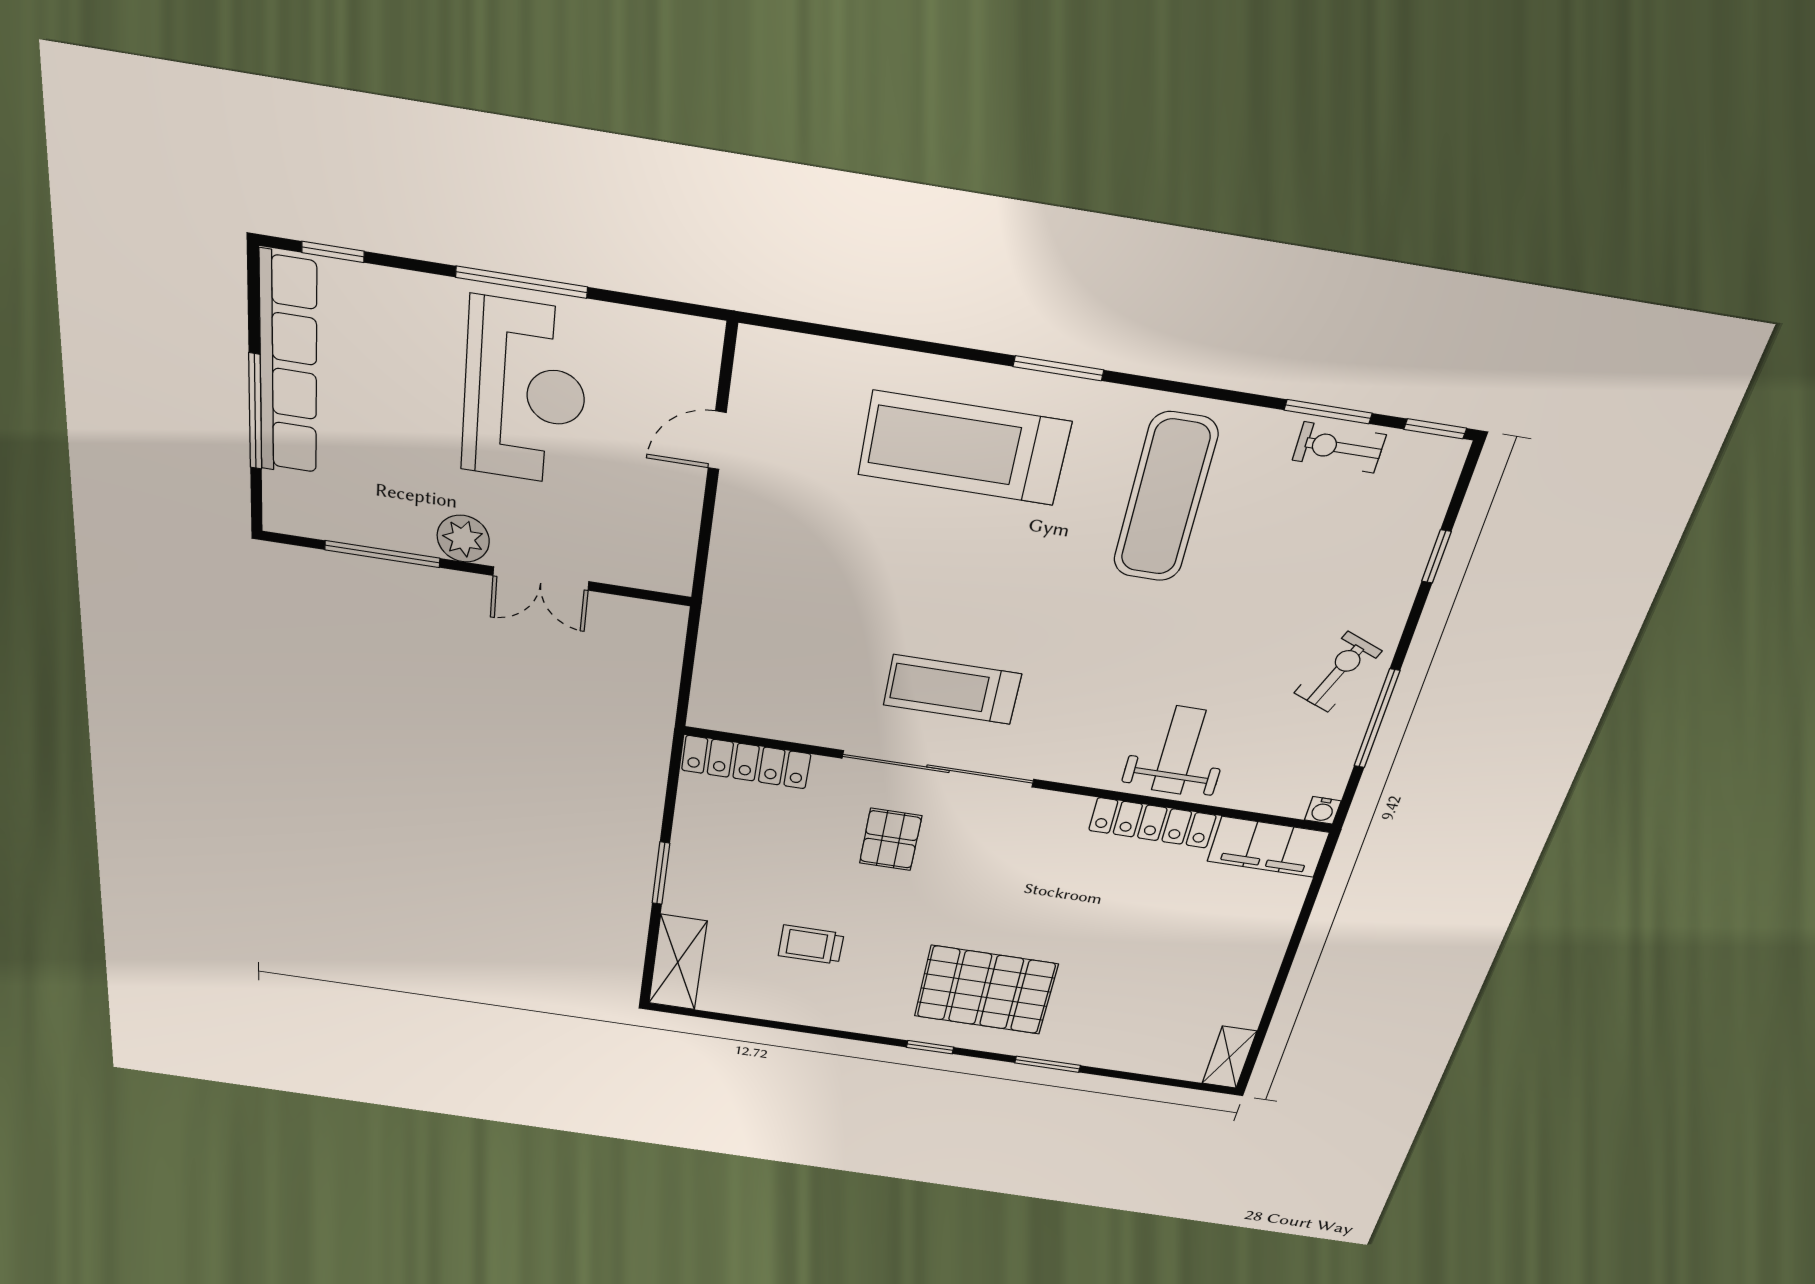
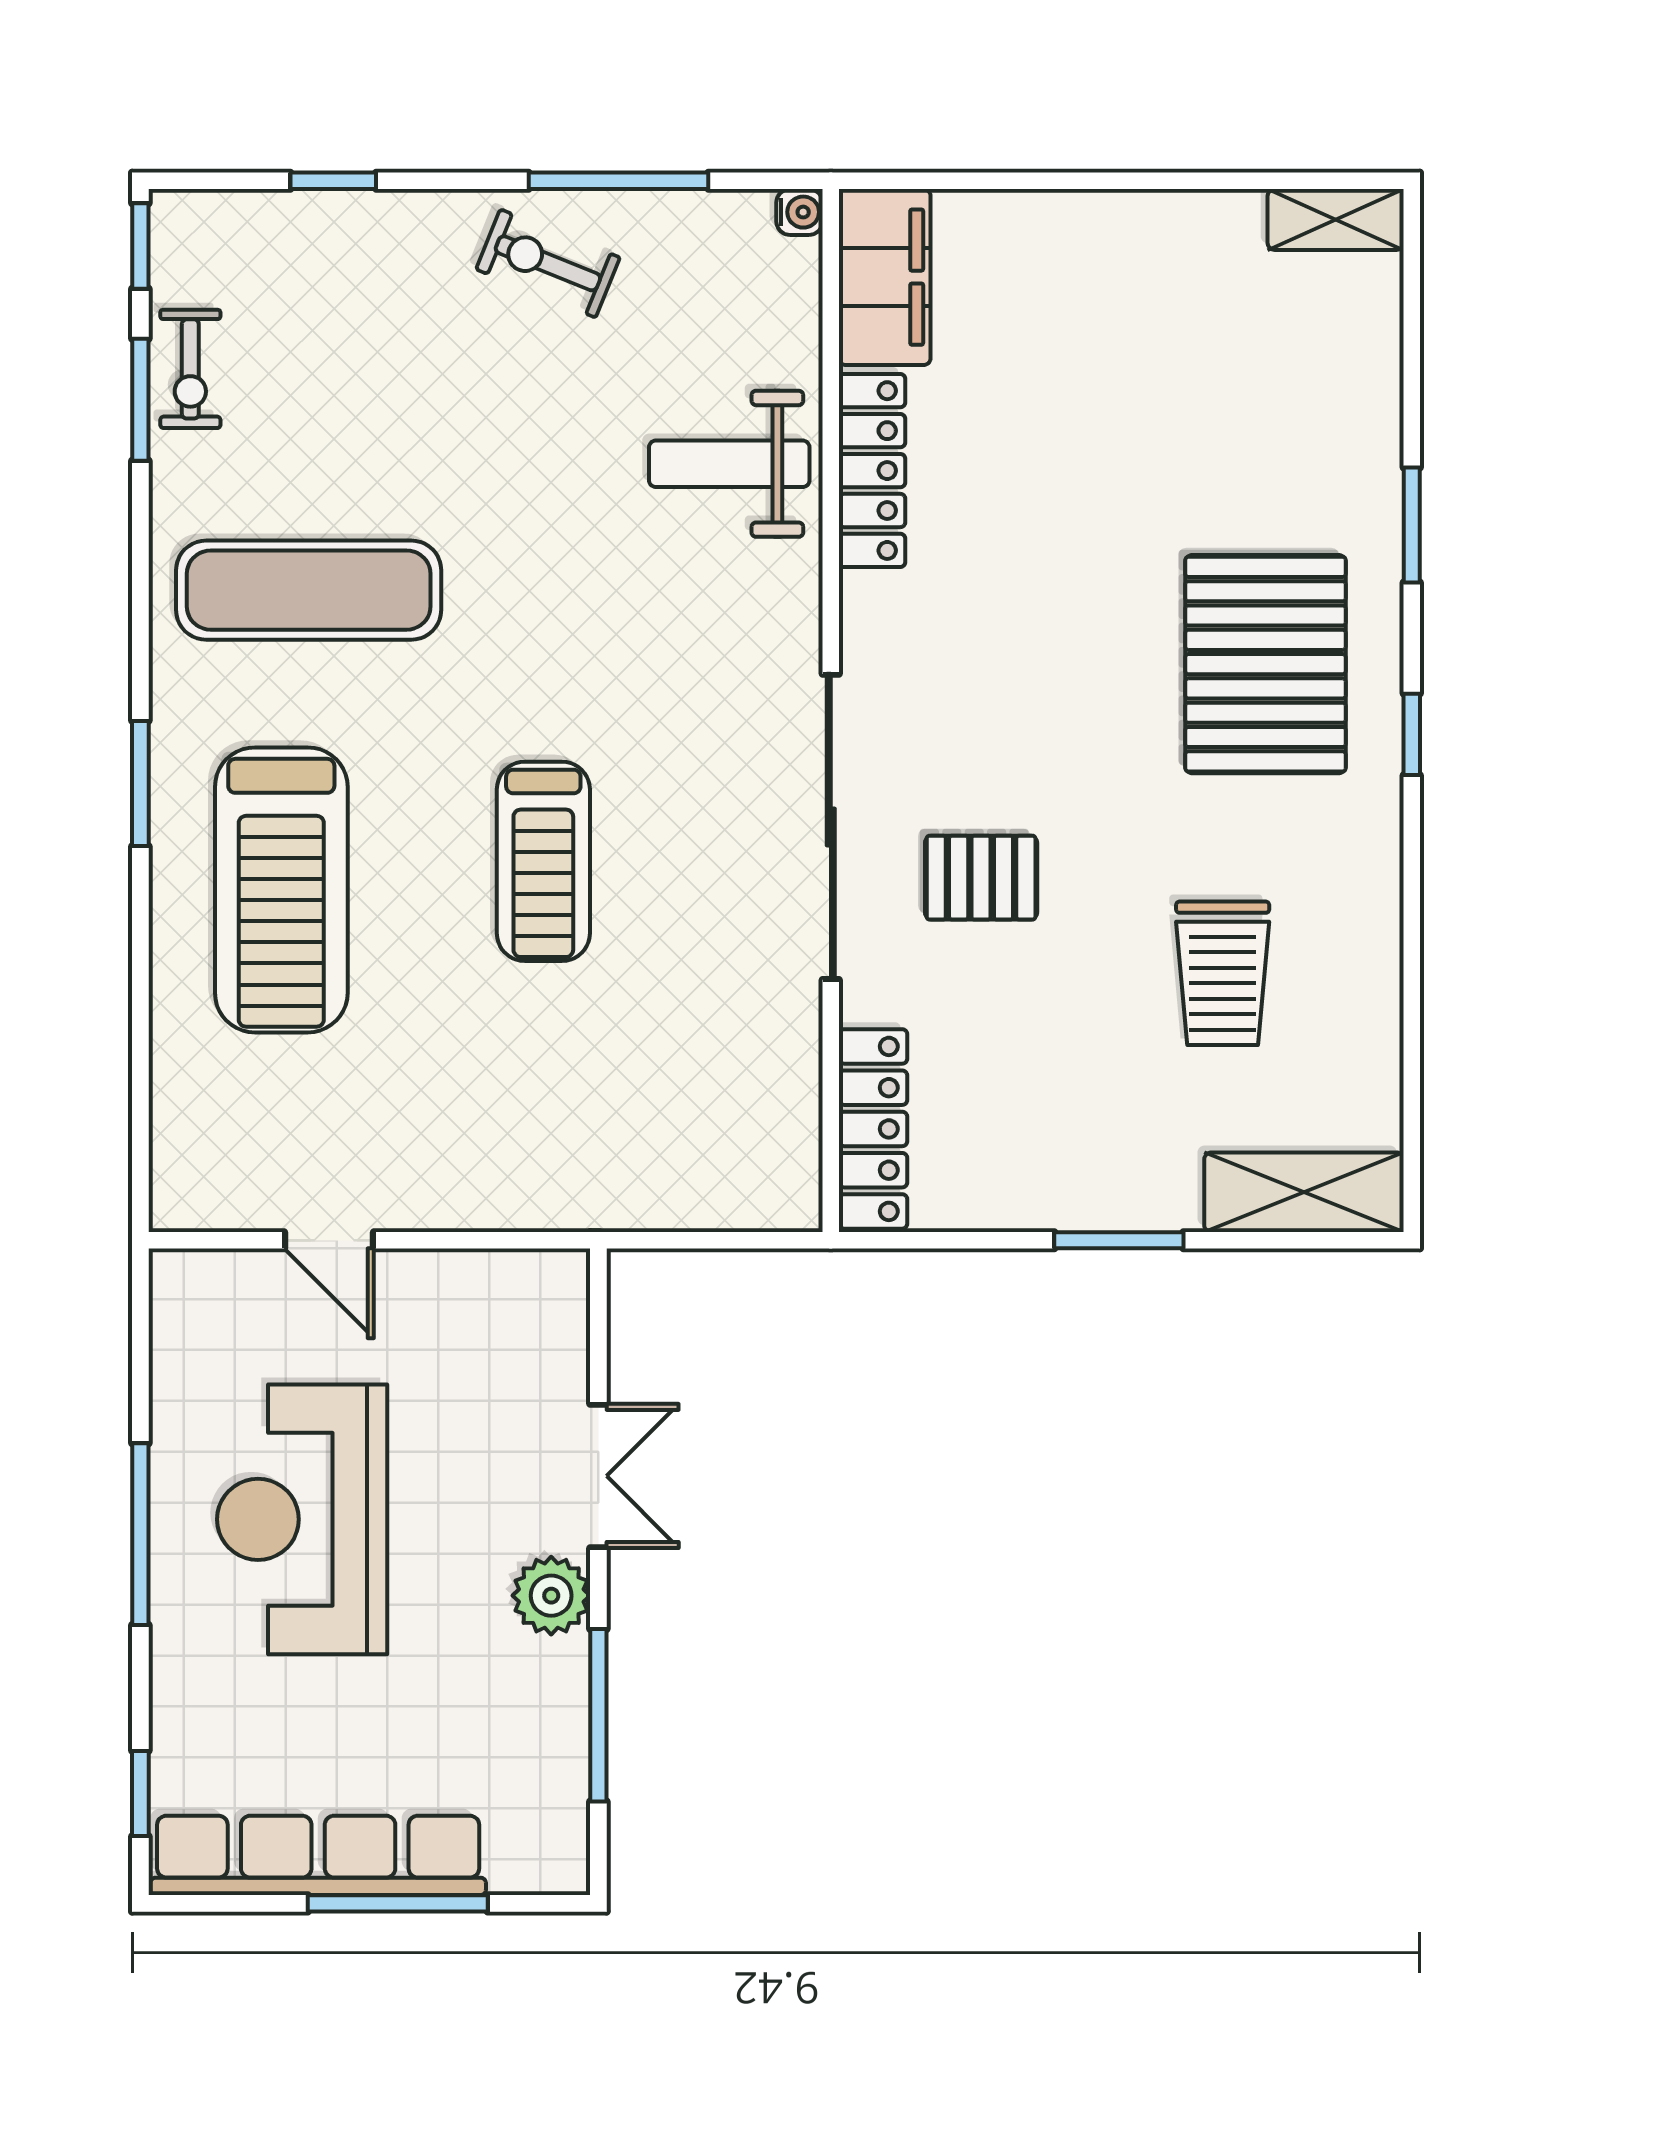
reception desk: (525, 392) -> (302, 1519), turned -90
treadmill: (952, 689) -> (543, 861), moved
trolley: (811, 945) -> (1223, 973), width x1.36, depth x1.39

